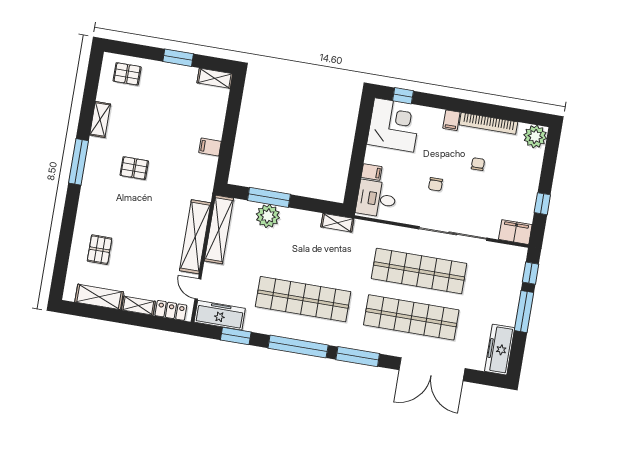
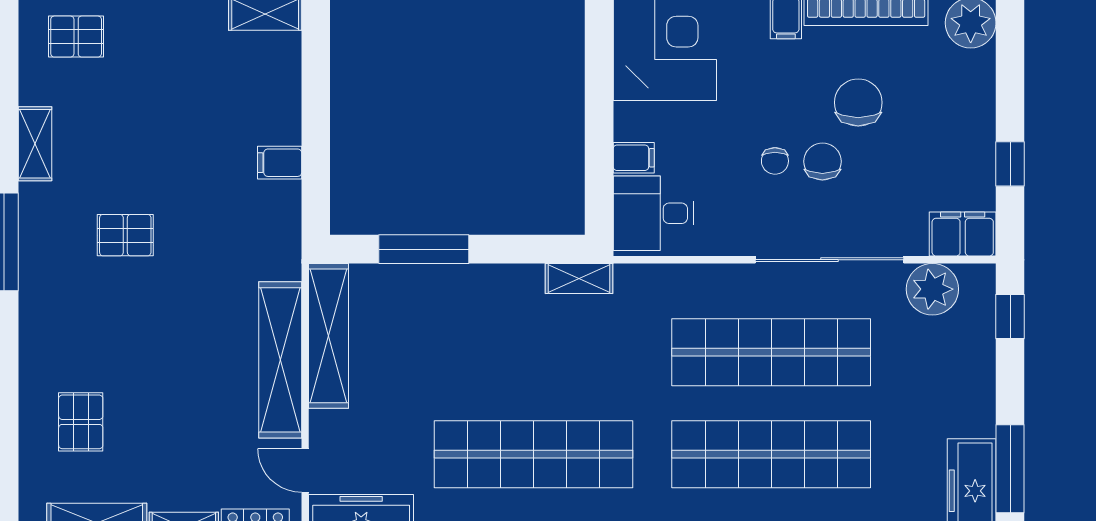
chair: (478, 164) -> (858, 102), width x1.87, depth x1.87
chair: (457, 188) -> (822, 161), added
plant: (268, 216) -> (932, 289), moved
window: (524, 312) -> (1010, 469), moved

